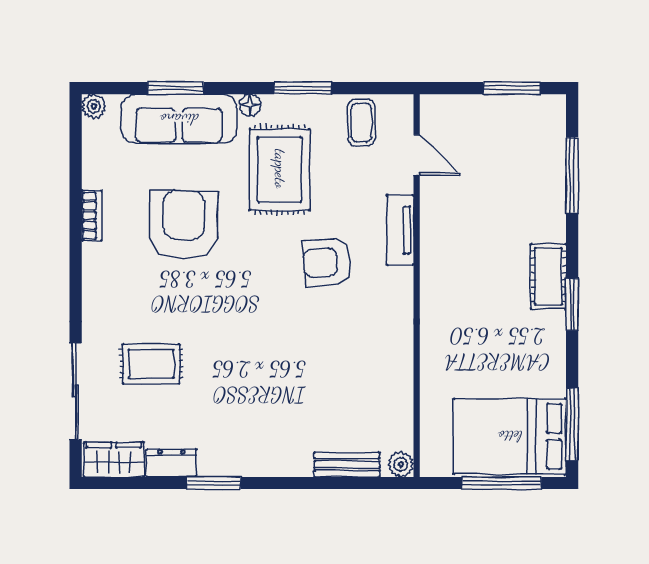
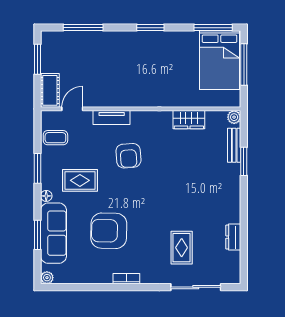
rug: (280, 169) -> (80, 180), width x0.73, depth x0.70
bookcase: (92, 216) -> (126, 279), moved
cot: (548, 276) -> (50, 90), moved, turned 90
wardrobe: (114, 460) -> (189, 120), moved, turned -90
window: (213, 483) -> (244, 161), moved

